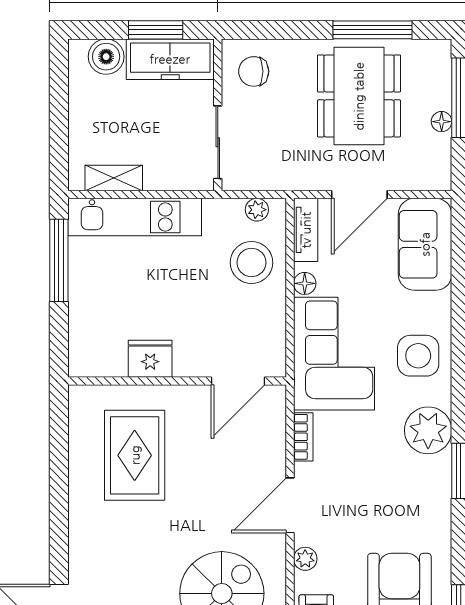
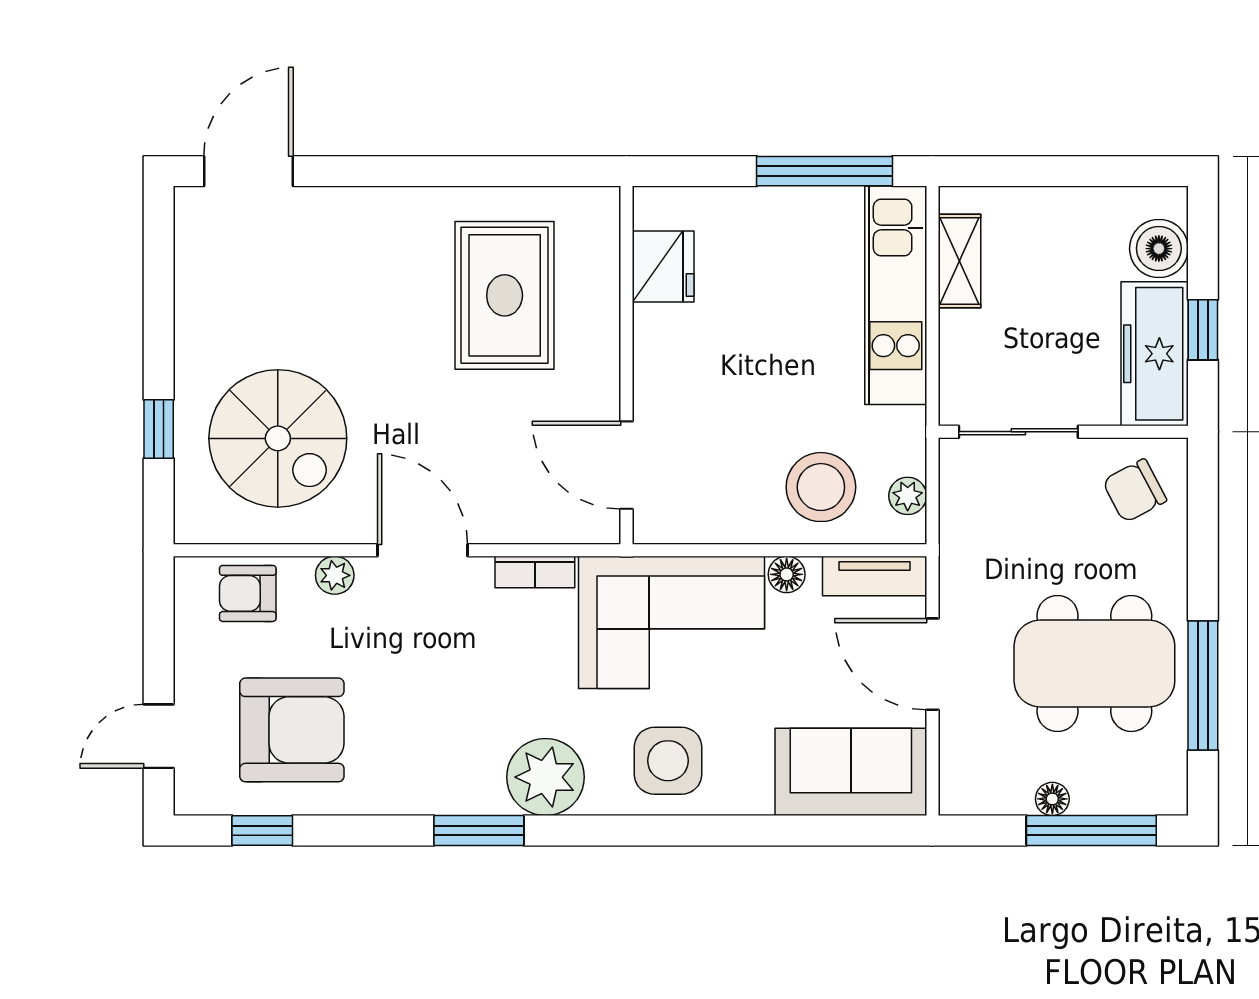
window: (156, 30) -> (1203, 330), width x0.67
chair: (254, 71) -> (1135, 491), turned -118
fridge: (150, 359) -> (663, 267), moved
rug: (135, 455) -> (505, 295), turned 90

